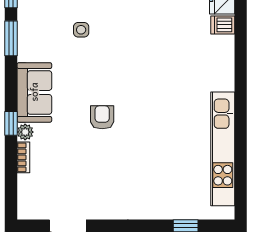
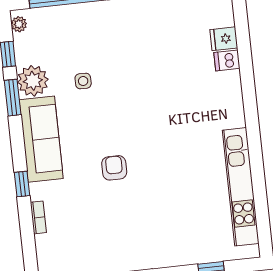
sofa: (34, 92) -> (41, 139), width x1.36
plant: (25, 132) -> (33, 81), moved, width x1.87, depth x1.87

